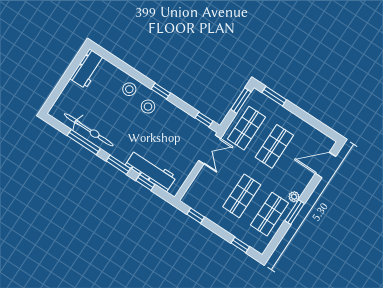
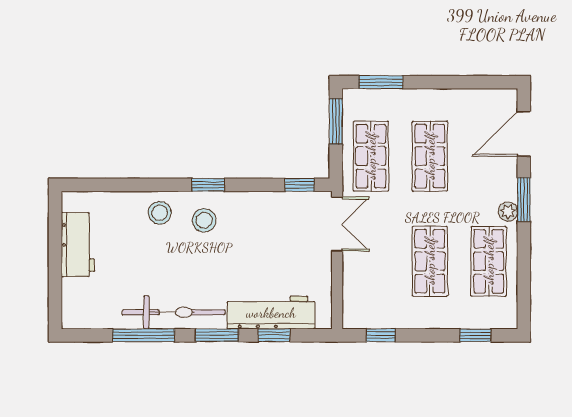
workbench: (87, 69) -> (78, 245), moved
bicycle: (89, 130) -> (174, 312), moved
window: (295, 212) -> (524, 199), moved

